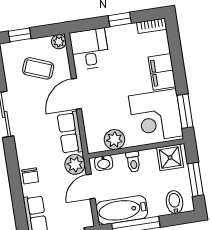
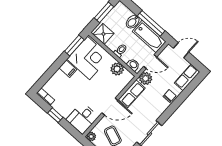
filing cabinet: (162, 72) -> (68, 69), width x0.50
bidet: (175, 202) -> (133, 22), moved

